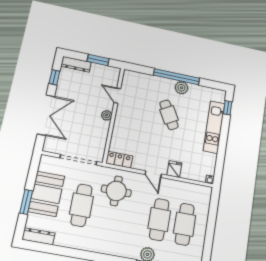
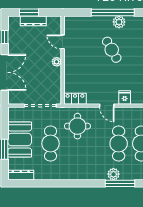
window: (98, 60) -> (29, 12), moved
dresser: (76, 64) -> (33, 21), moved

